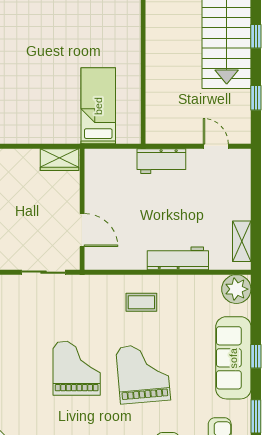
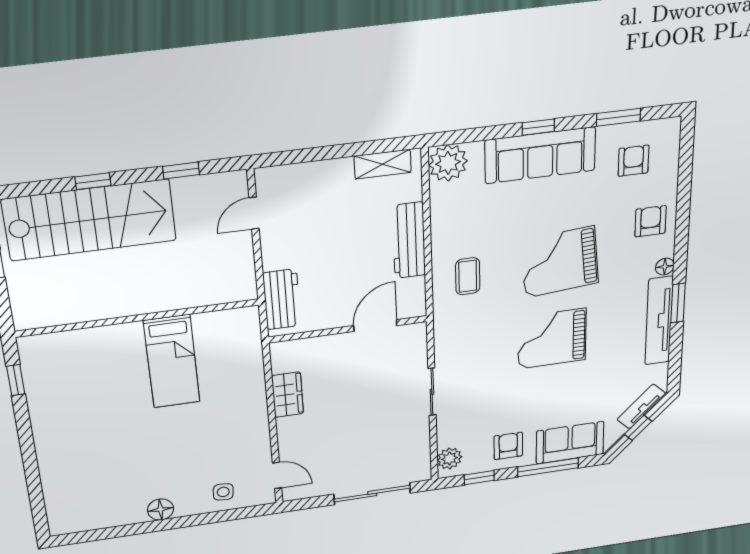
bed: (98, 106) -> (172, 361), moved, turned -90
workbench: (161, 161) -> (282, 299), moved
wall: (82, 209) -> (348, 329), moved
door: (82, 230) -> (375, 326), moved

